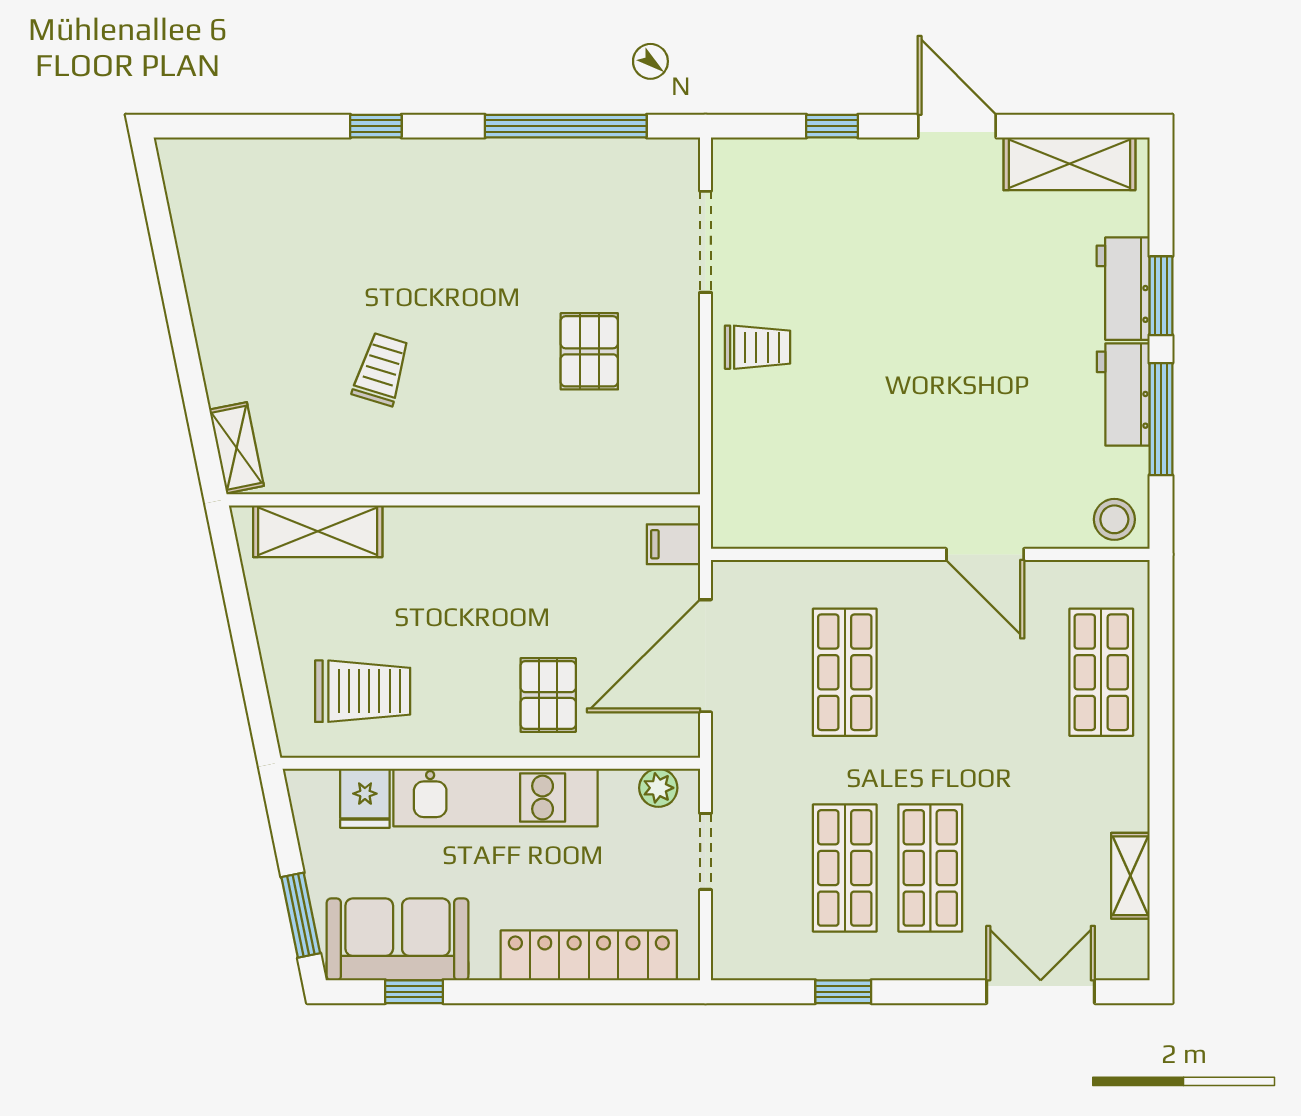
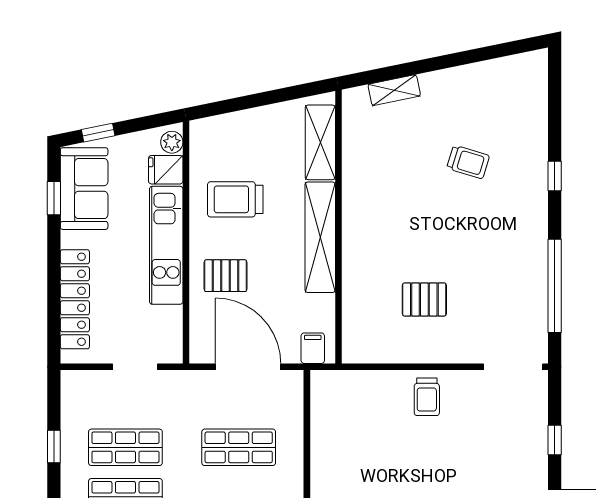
doorway: (705, 242) -> (513, 367), moved
trolley: (381, 369) -> (468, 162), moved
shelving: (237, 448) -> (394, 90), moved
shelving: (482, 531) -> (320, 237), added
trolley: (363, 691) -> (235, 199), moved, turned 90
plant: (658, 788) -> (172, 142), moved
window: (301, 915) -> (98, 133), width x0.67

